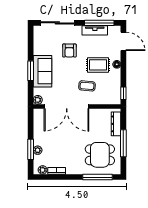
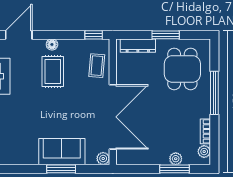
armchair: (69, 51) -> (32, 113), removed
coffee table: (87, 86) -> (97, 66), moved
window: (123, 143) -> (166, 35), width x0.69
window: (97, 177) -> (214, 93), moved

